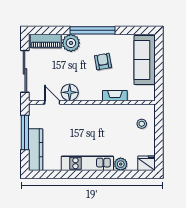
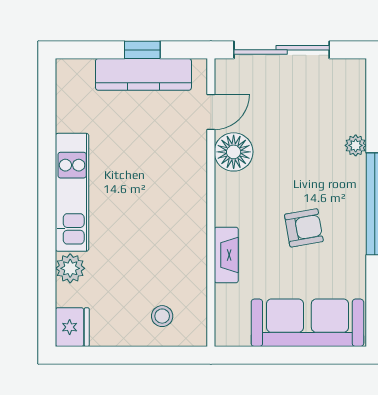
piano: (46, 41) -> (351, 97), removed
plant: (71, 43) -> (356, 145), width x0.53, depth x0.53
window: (25, 132) -> (142, 50), width x0.46
kitchen counter: (36, 150) -> (143, 74), moved

